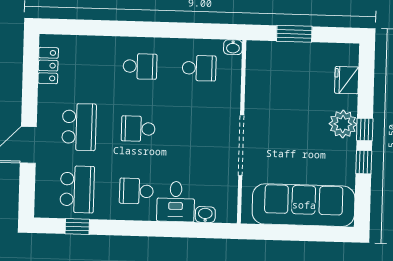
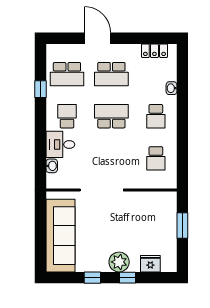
washbasin: (233, 47) -> (172, 88), moved
school desk: (138, 129) -> (111, 116), width x1.85
window: (365, 129) -> (128, 278), moved
window: (77, 226) -> (40, 89), moved

